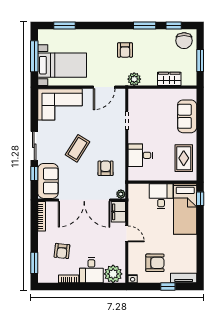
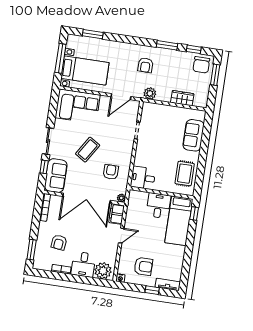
window: (200, 61) -> (215, 75), moved
desk: (140, 155) -> (143, 178), moved
door: (127, 234) -> (121, 236), hinge flipped

